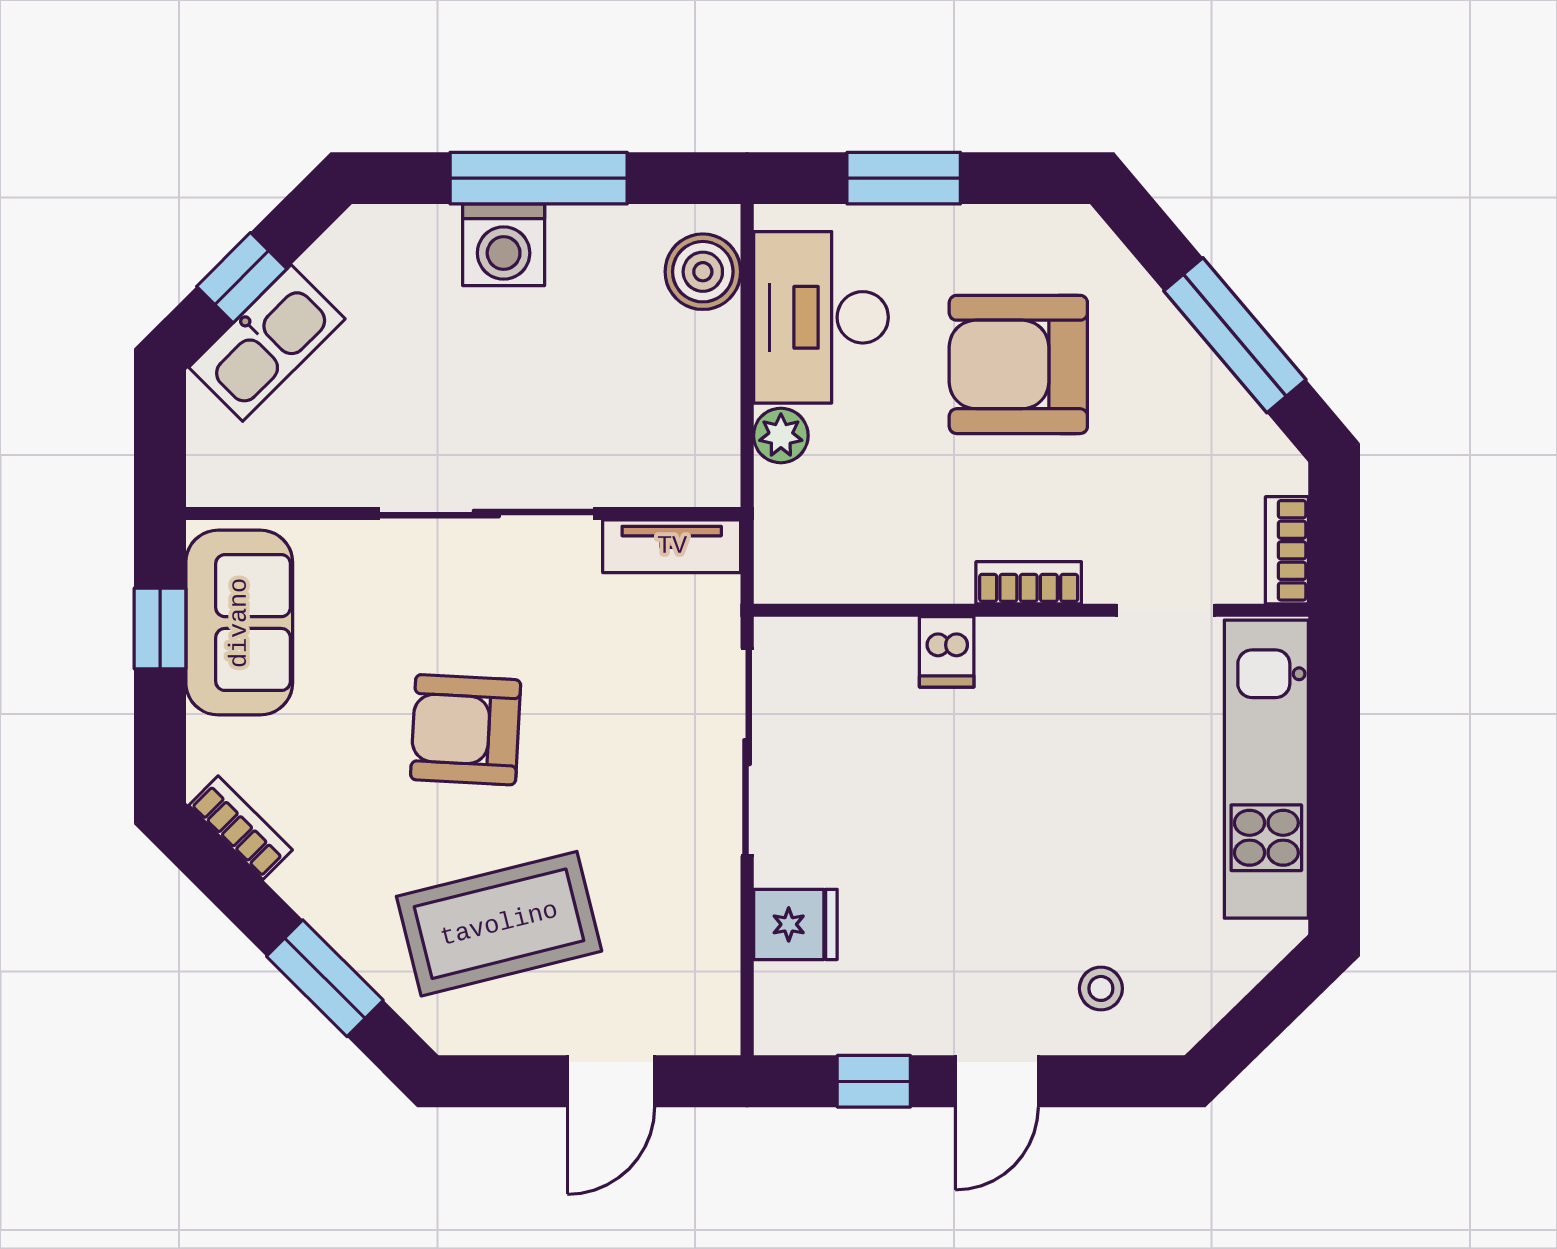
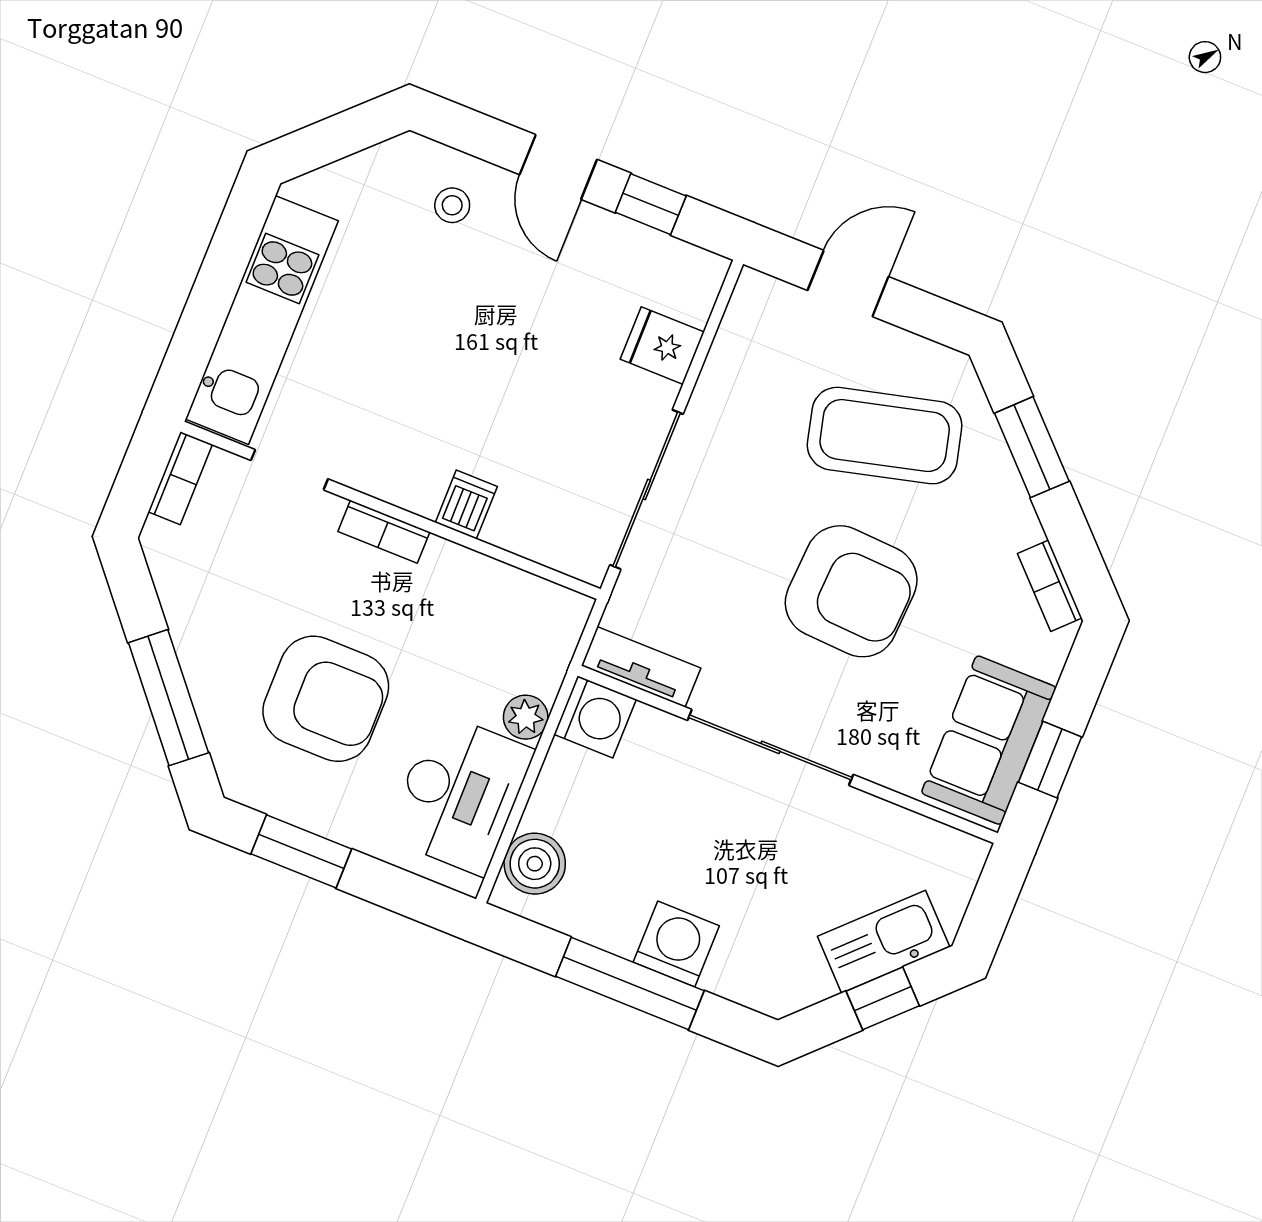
window: (904, 178) -> (301, 851), moved
window: (1235, 335) -> (168, 698), moved
washing machine: (701, 468) -> (595, 717), added
armchair: (466, 730) -> (851, 591), width x1.36, depth x1.36
door: (997, 1081) -> (558, 167), swing flipped

